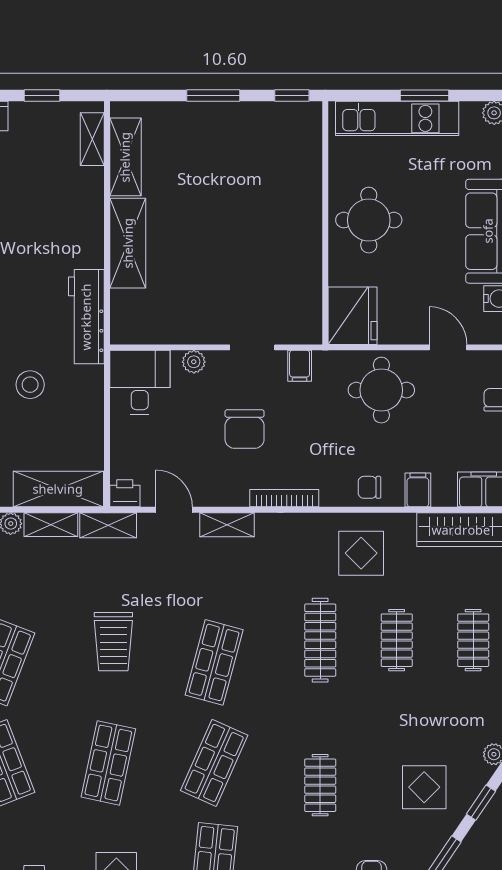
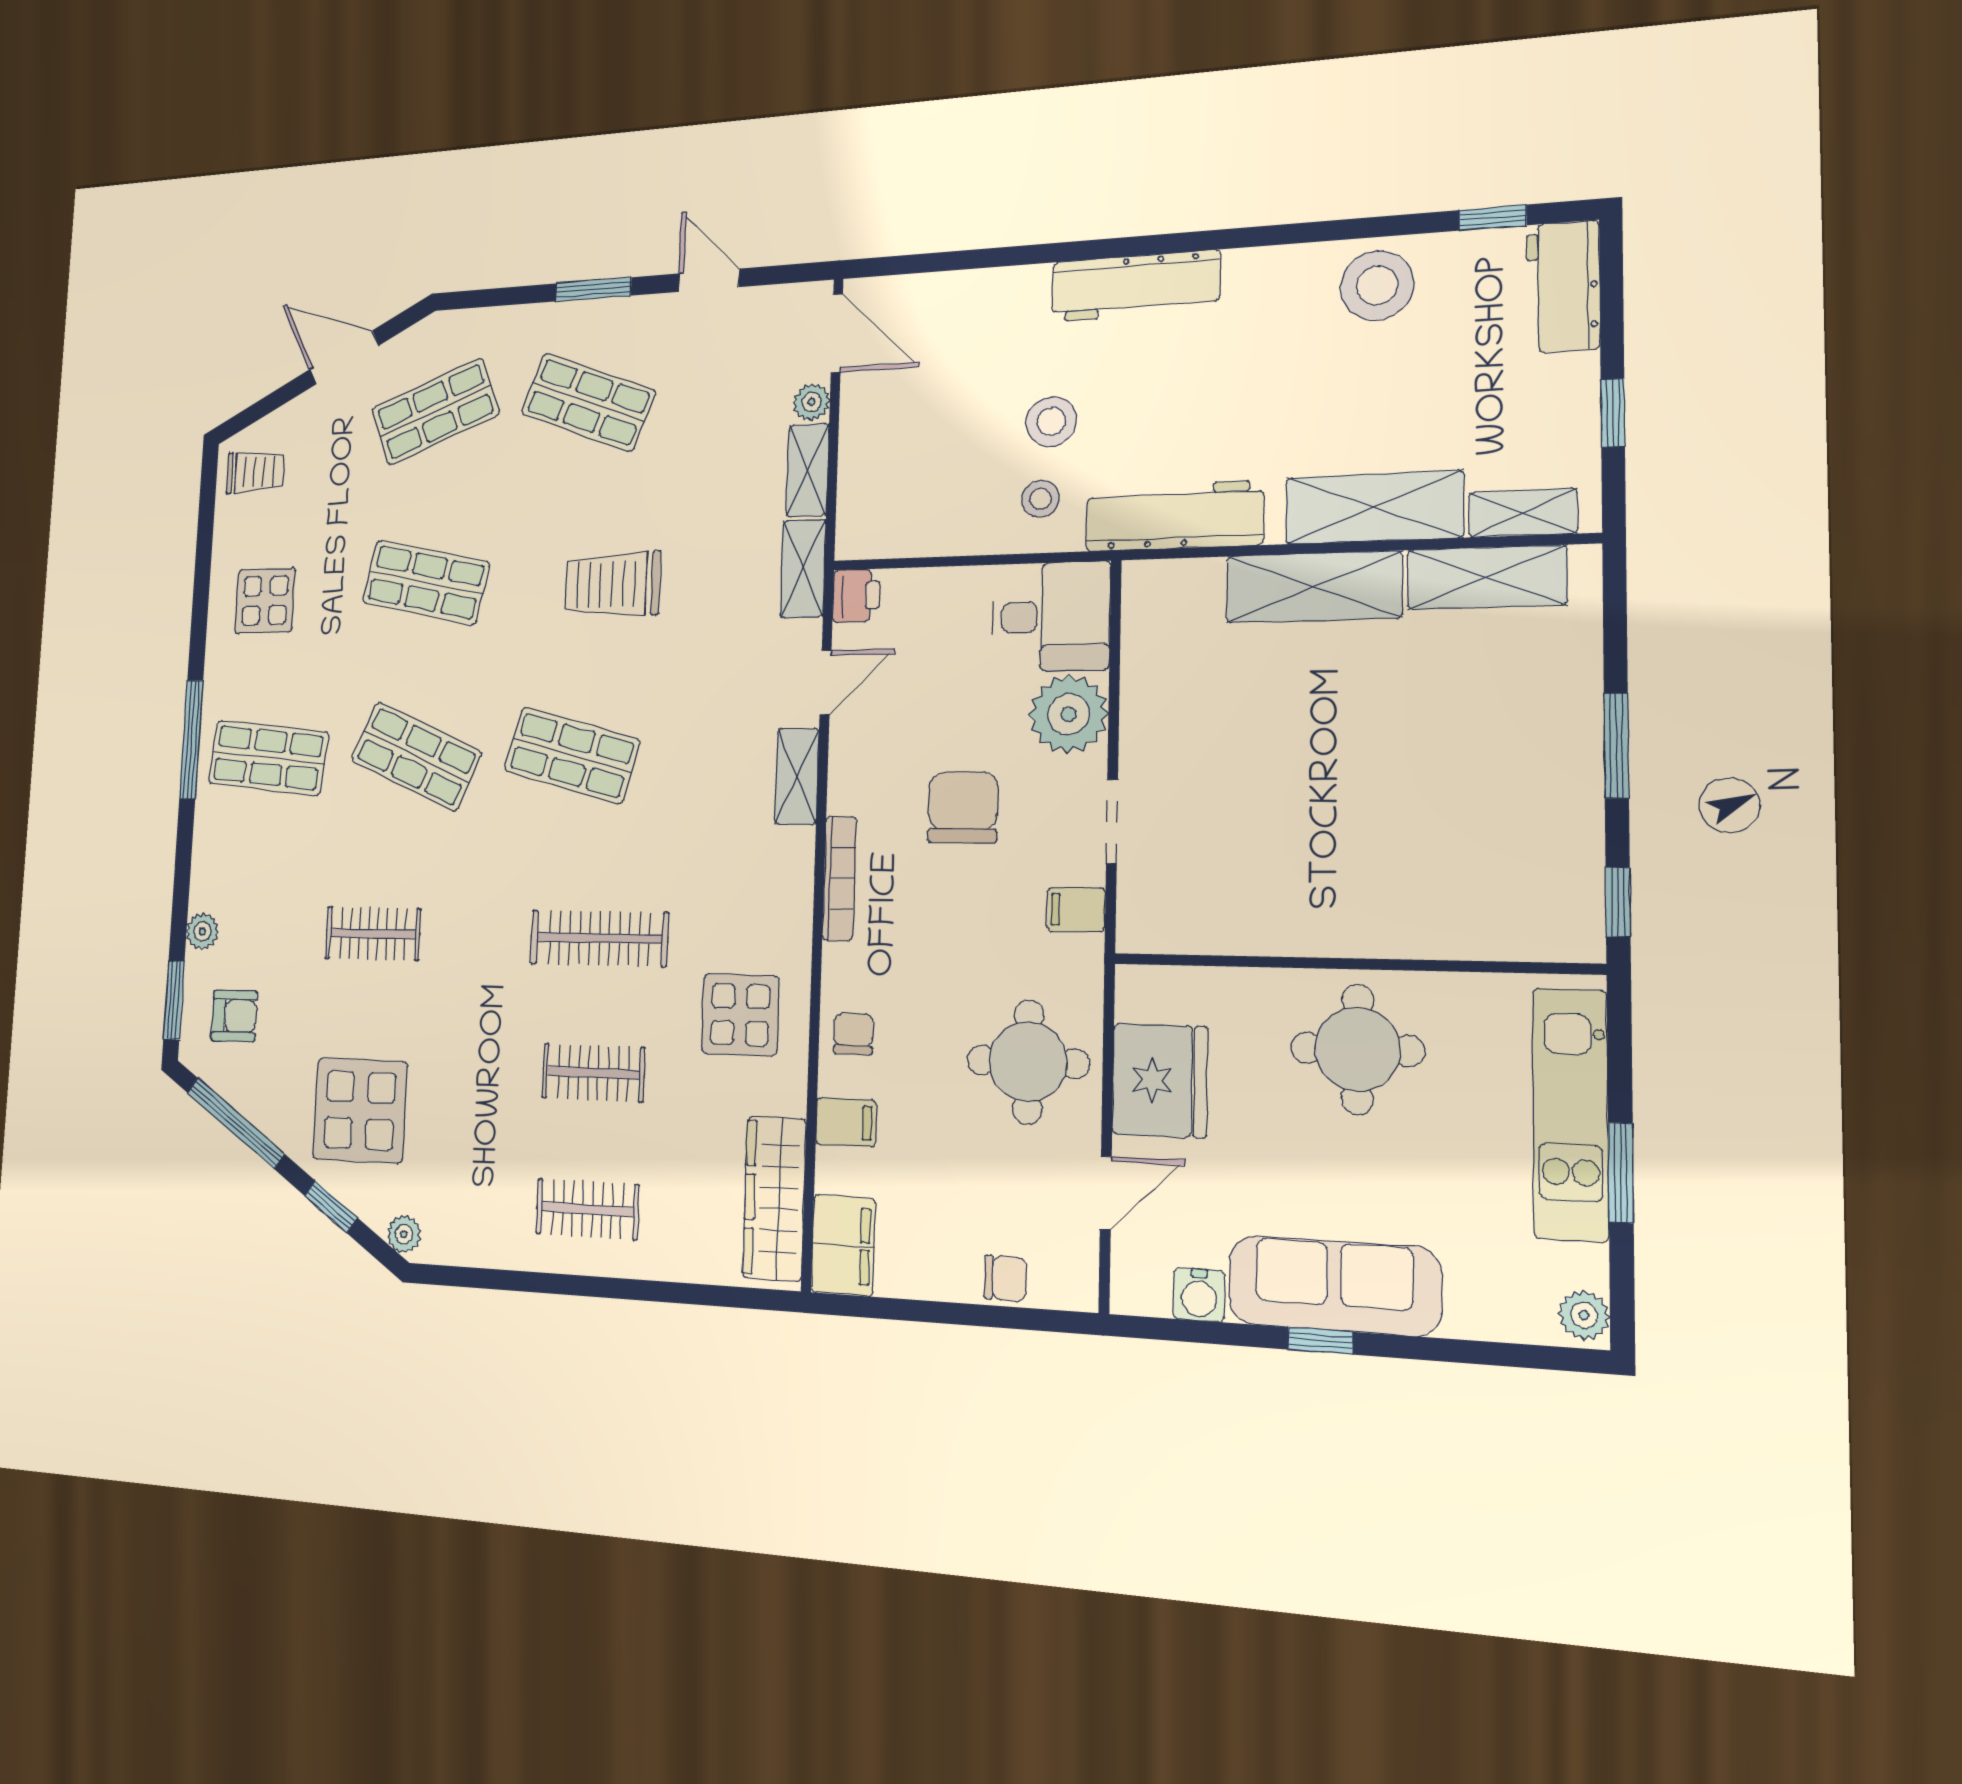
fridge: (353, 316) -> (1160, 1080), moved, turned -90
plant: (194, 362) -> (1068, 714), width x1.88, depth x1.88
stool: (74, 390) -> (1041, 499), added
chair: (245, 429) -> (963, 807), turned 90
shelving: (58, 489) -> (1374, 507), moved, turned 90
display table: (424, 787) -> (360, 1110), width x1.36, depth x1.36

